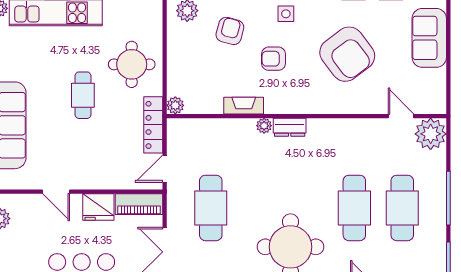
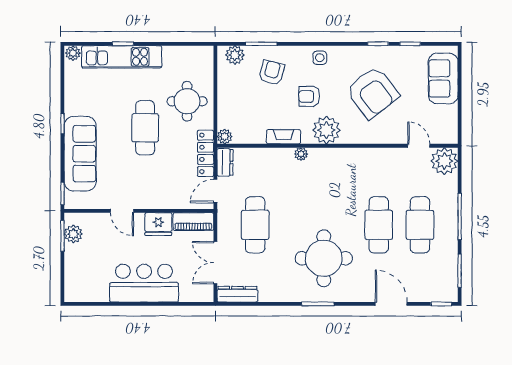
cafe table: (83, 95) -> (145, 128), width x1.37, depth x1.35
plant: (294, 98) -> (326, 130), added
dresser: (290, 127) -> (225, 162), moved, turned -90

